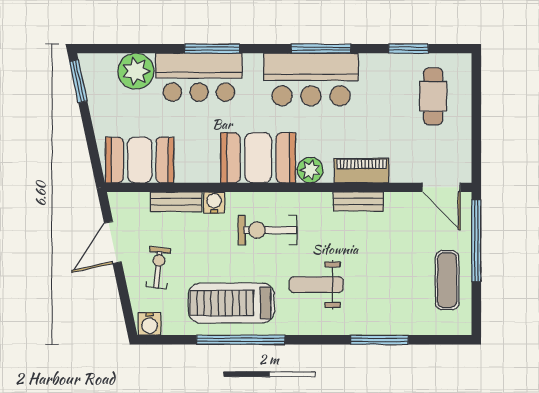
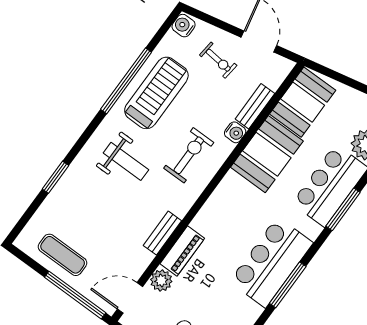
booth: (258, 158) -> (267, 154), moved
plant: (310, 170) -> (161, 281), moved
weight bench: (316, 285) -> (126, 161), turned 90
window: (379, 340) -> (56, 177), width x0.69

